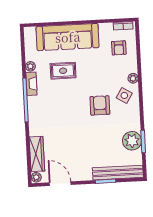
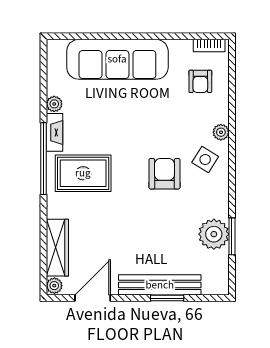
rug: (63, 71) -> (83, 173), moved, width x1.36, depth x1.43
bench: (118, 173) -> (160, 285), moved
door: (60, 184) -> (93, 298), hinge flipped

